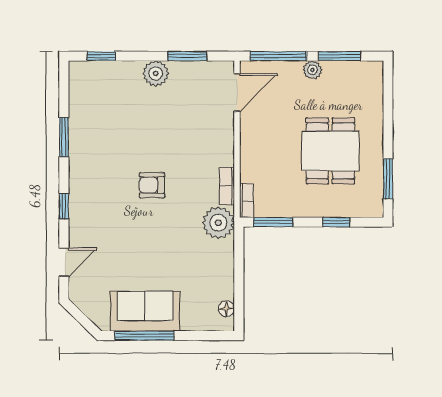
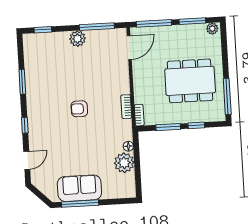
window: (187, 56) -> (97, 27), width x1.44
plant: (312, 70) -> (212, 29), moved
dining table: (330, 151) -> (190, 81), width x1.38
window: (388, 179) -> (227, 96), width x1.44
window: (273, 222) -> (168, 127), moved
plant: (218, 223) -> (124, 163), moved
floor lamp: (226, 309) -> (128, 146), moved

